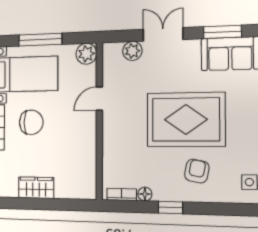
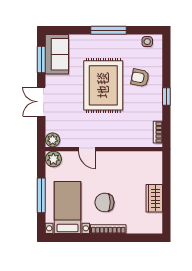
plant: (132, 51) -> (53, 140), moved
chair: (31, 122) -> (104, 202), turned -90
floor lamp: (145, 194) -> (157, 115), removed

